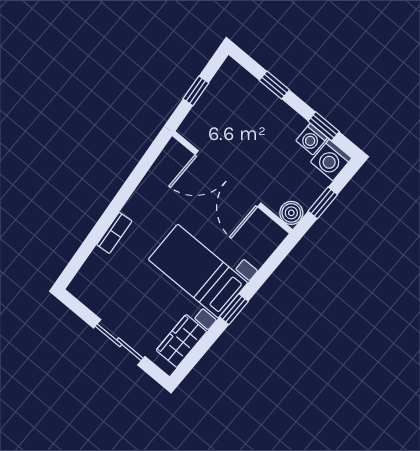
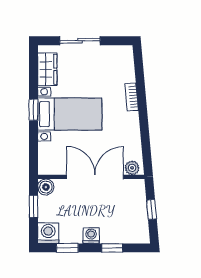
washing machine: (312, 139) -> (91, 236), moved
plant: (179, 155) -> (132, 168), added

